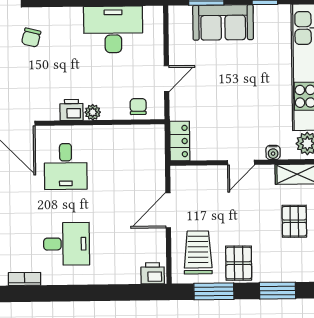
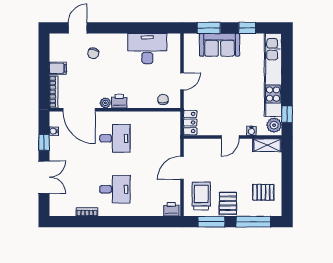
plant: (93, 112) -> (105, 103), moved
desk: (66, 166) -> (115, 138), turned -90
pallet: (294, 221) -> (263, 192), moved, turned 90
window: (278, 291) -> (253, 222), width x1.44

